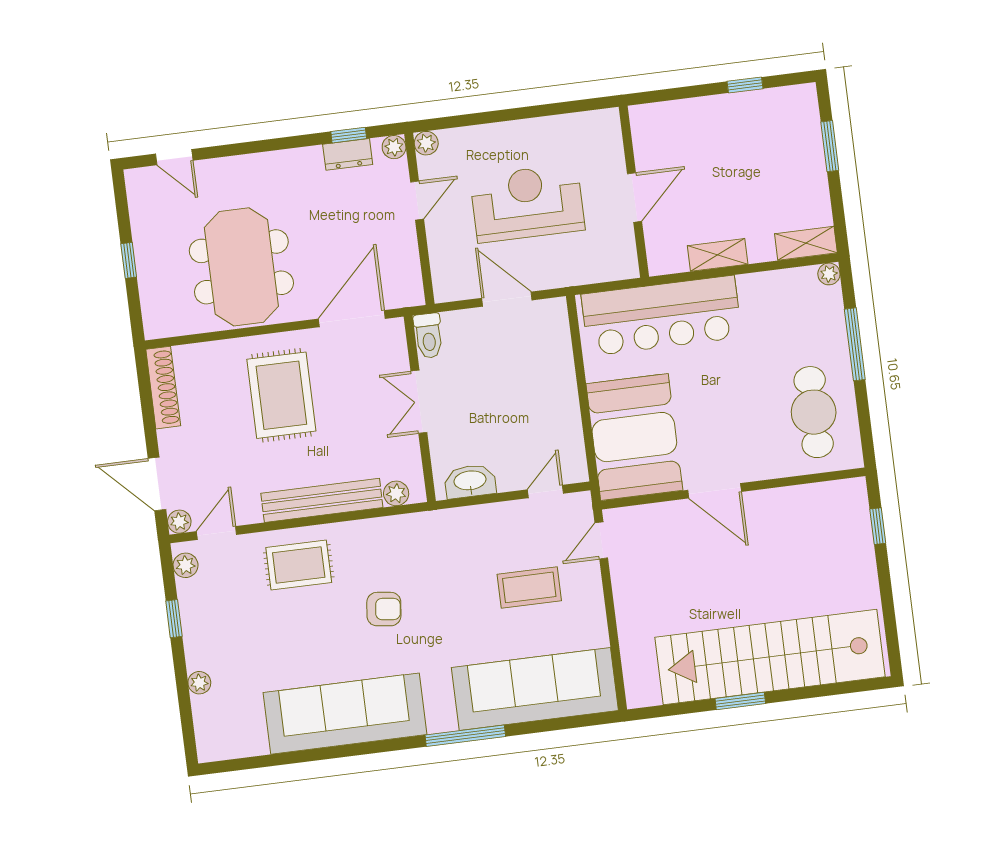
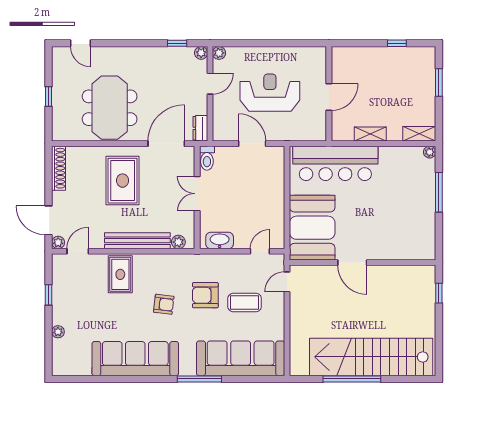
dresser: (348, 154) -> (200, 128), moved, turned 90
cafe table: (814, 412) -> (412, 226), removed
plant: (186, 565) -> (59, 267), removed
rug: (299, 565) -> (120, 274), turned 90
armchair: (457, 583) -> (205, 295), added
window: (740, 701) -> (352, 379), width x2.11

